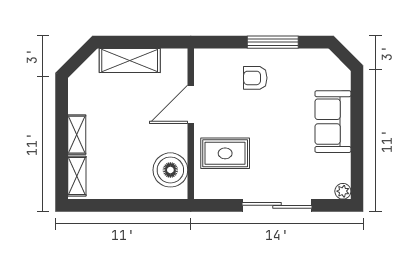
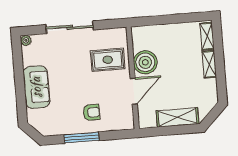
boiler: (170, 170) -> (145, 62), moved

